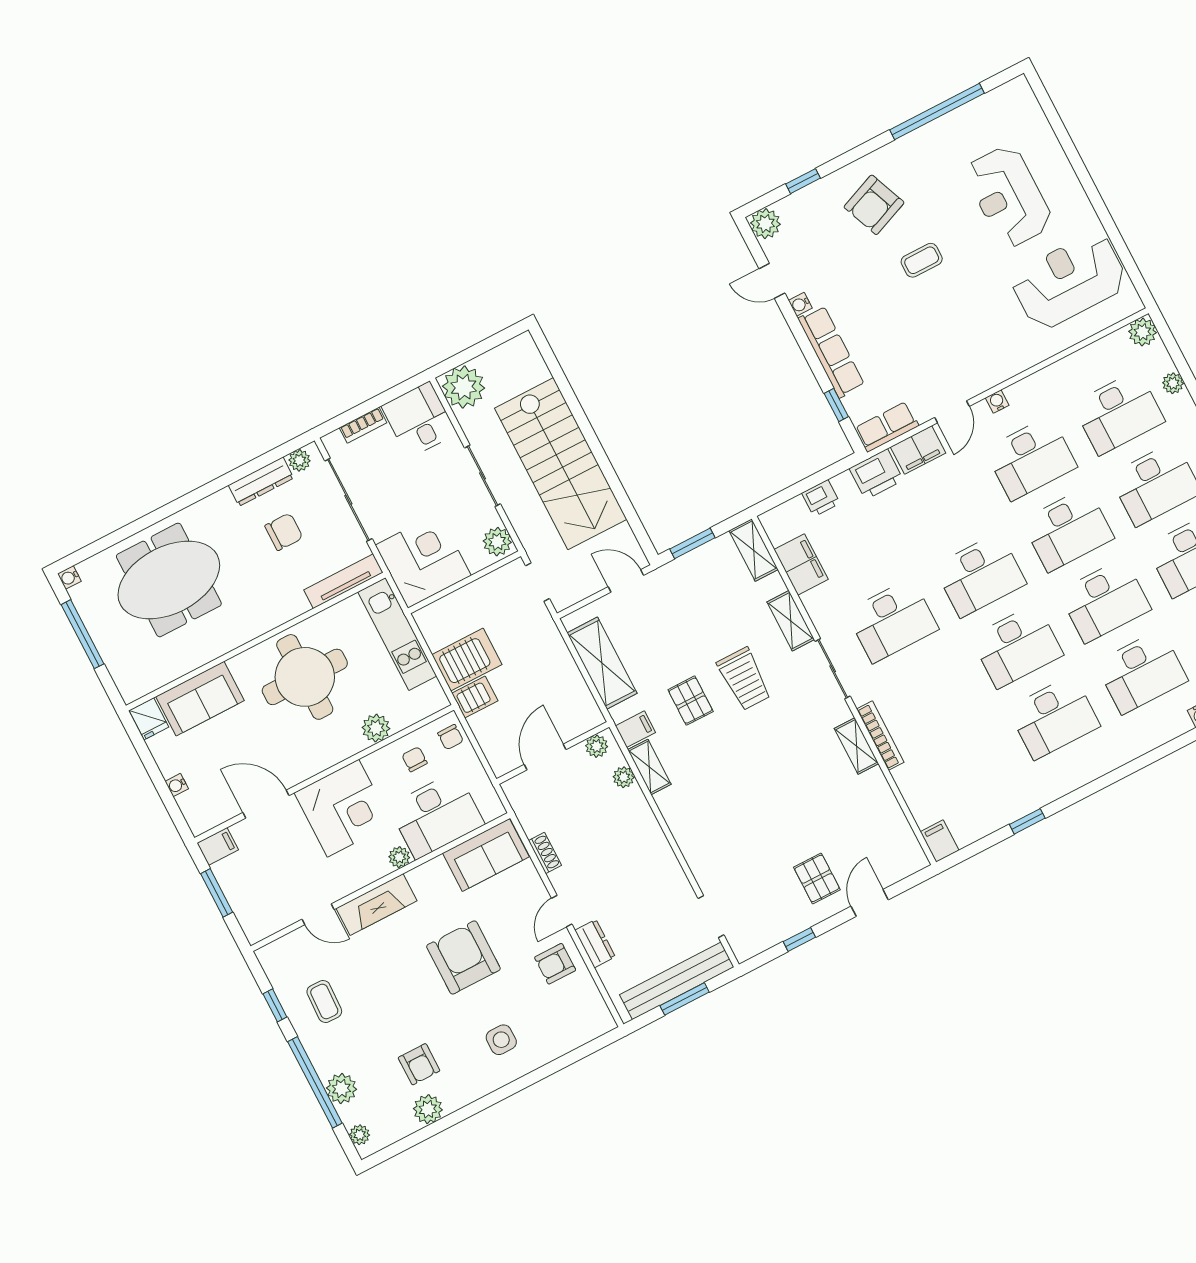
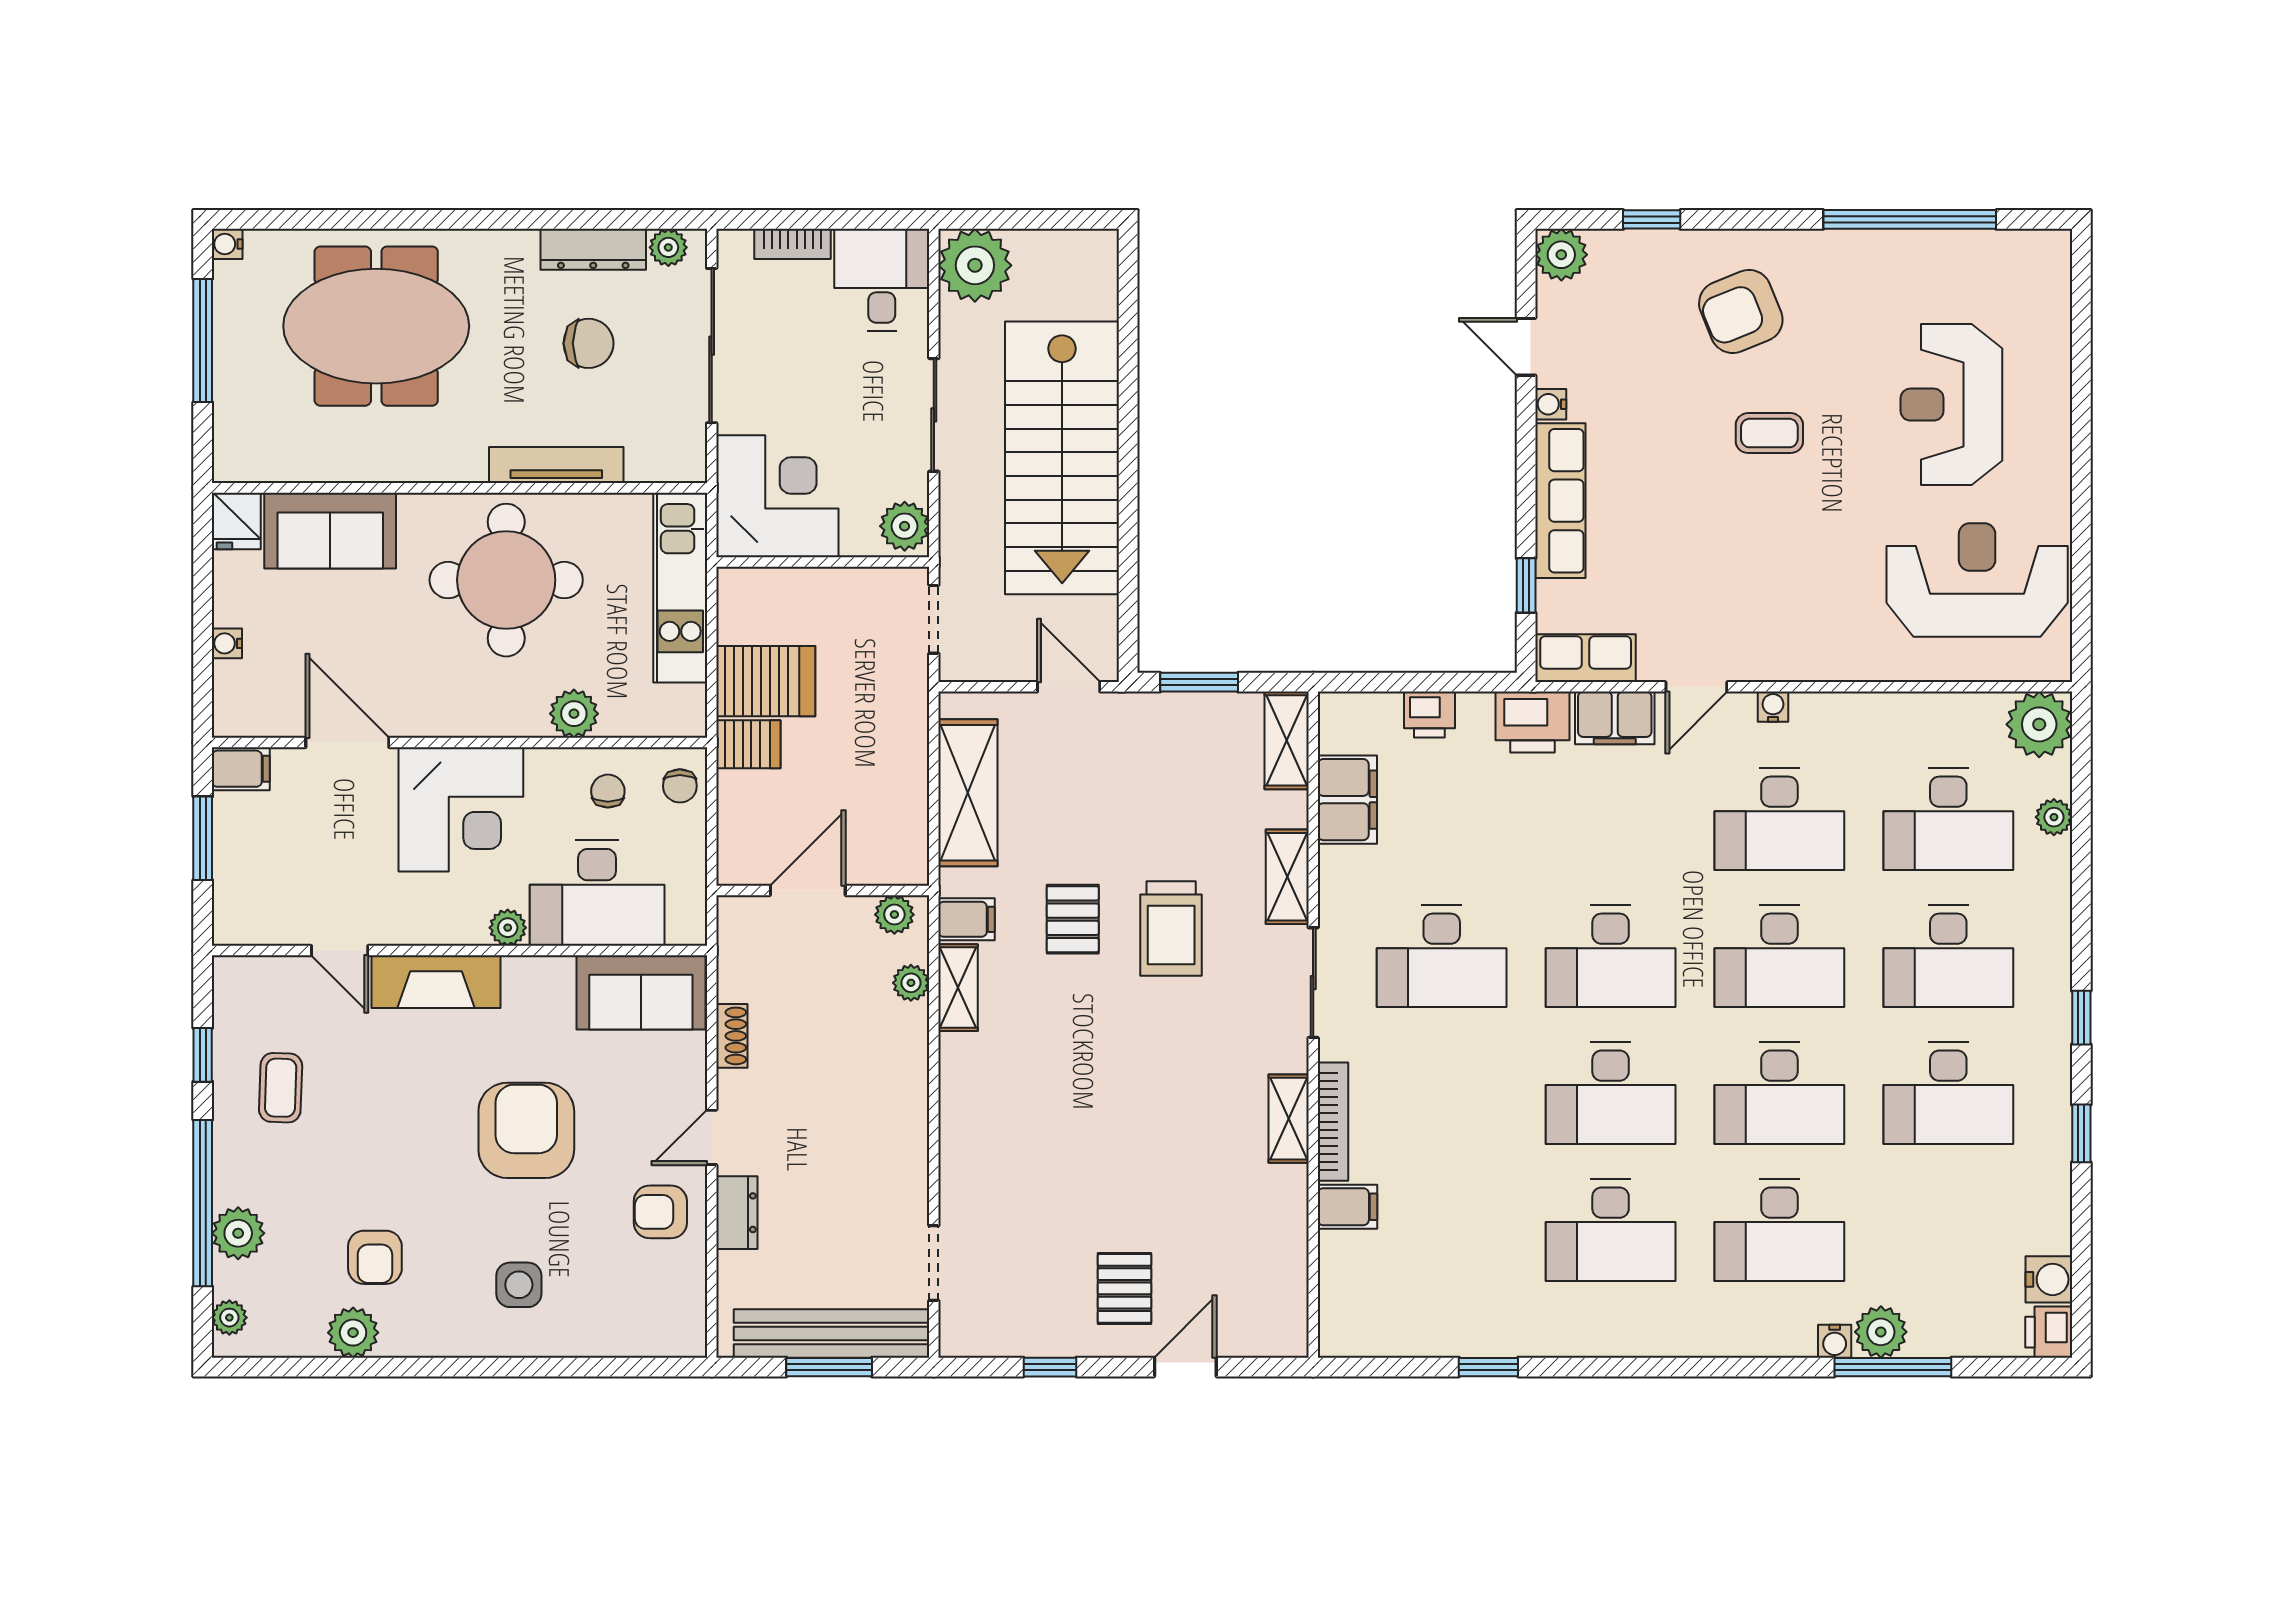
plant: (1142, 332) -> (2039, 724), width x1.36, depth x1.36
tv unit: (343, 581) -> (556, 465), moved
filing cabinet: (940, 841) -> (1347, 1207), moved, turned 90

